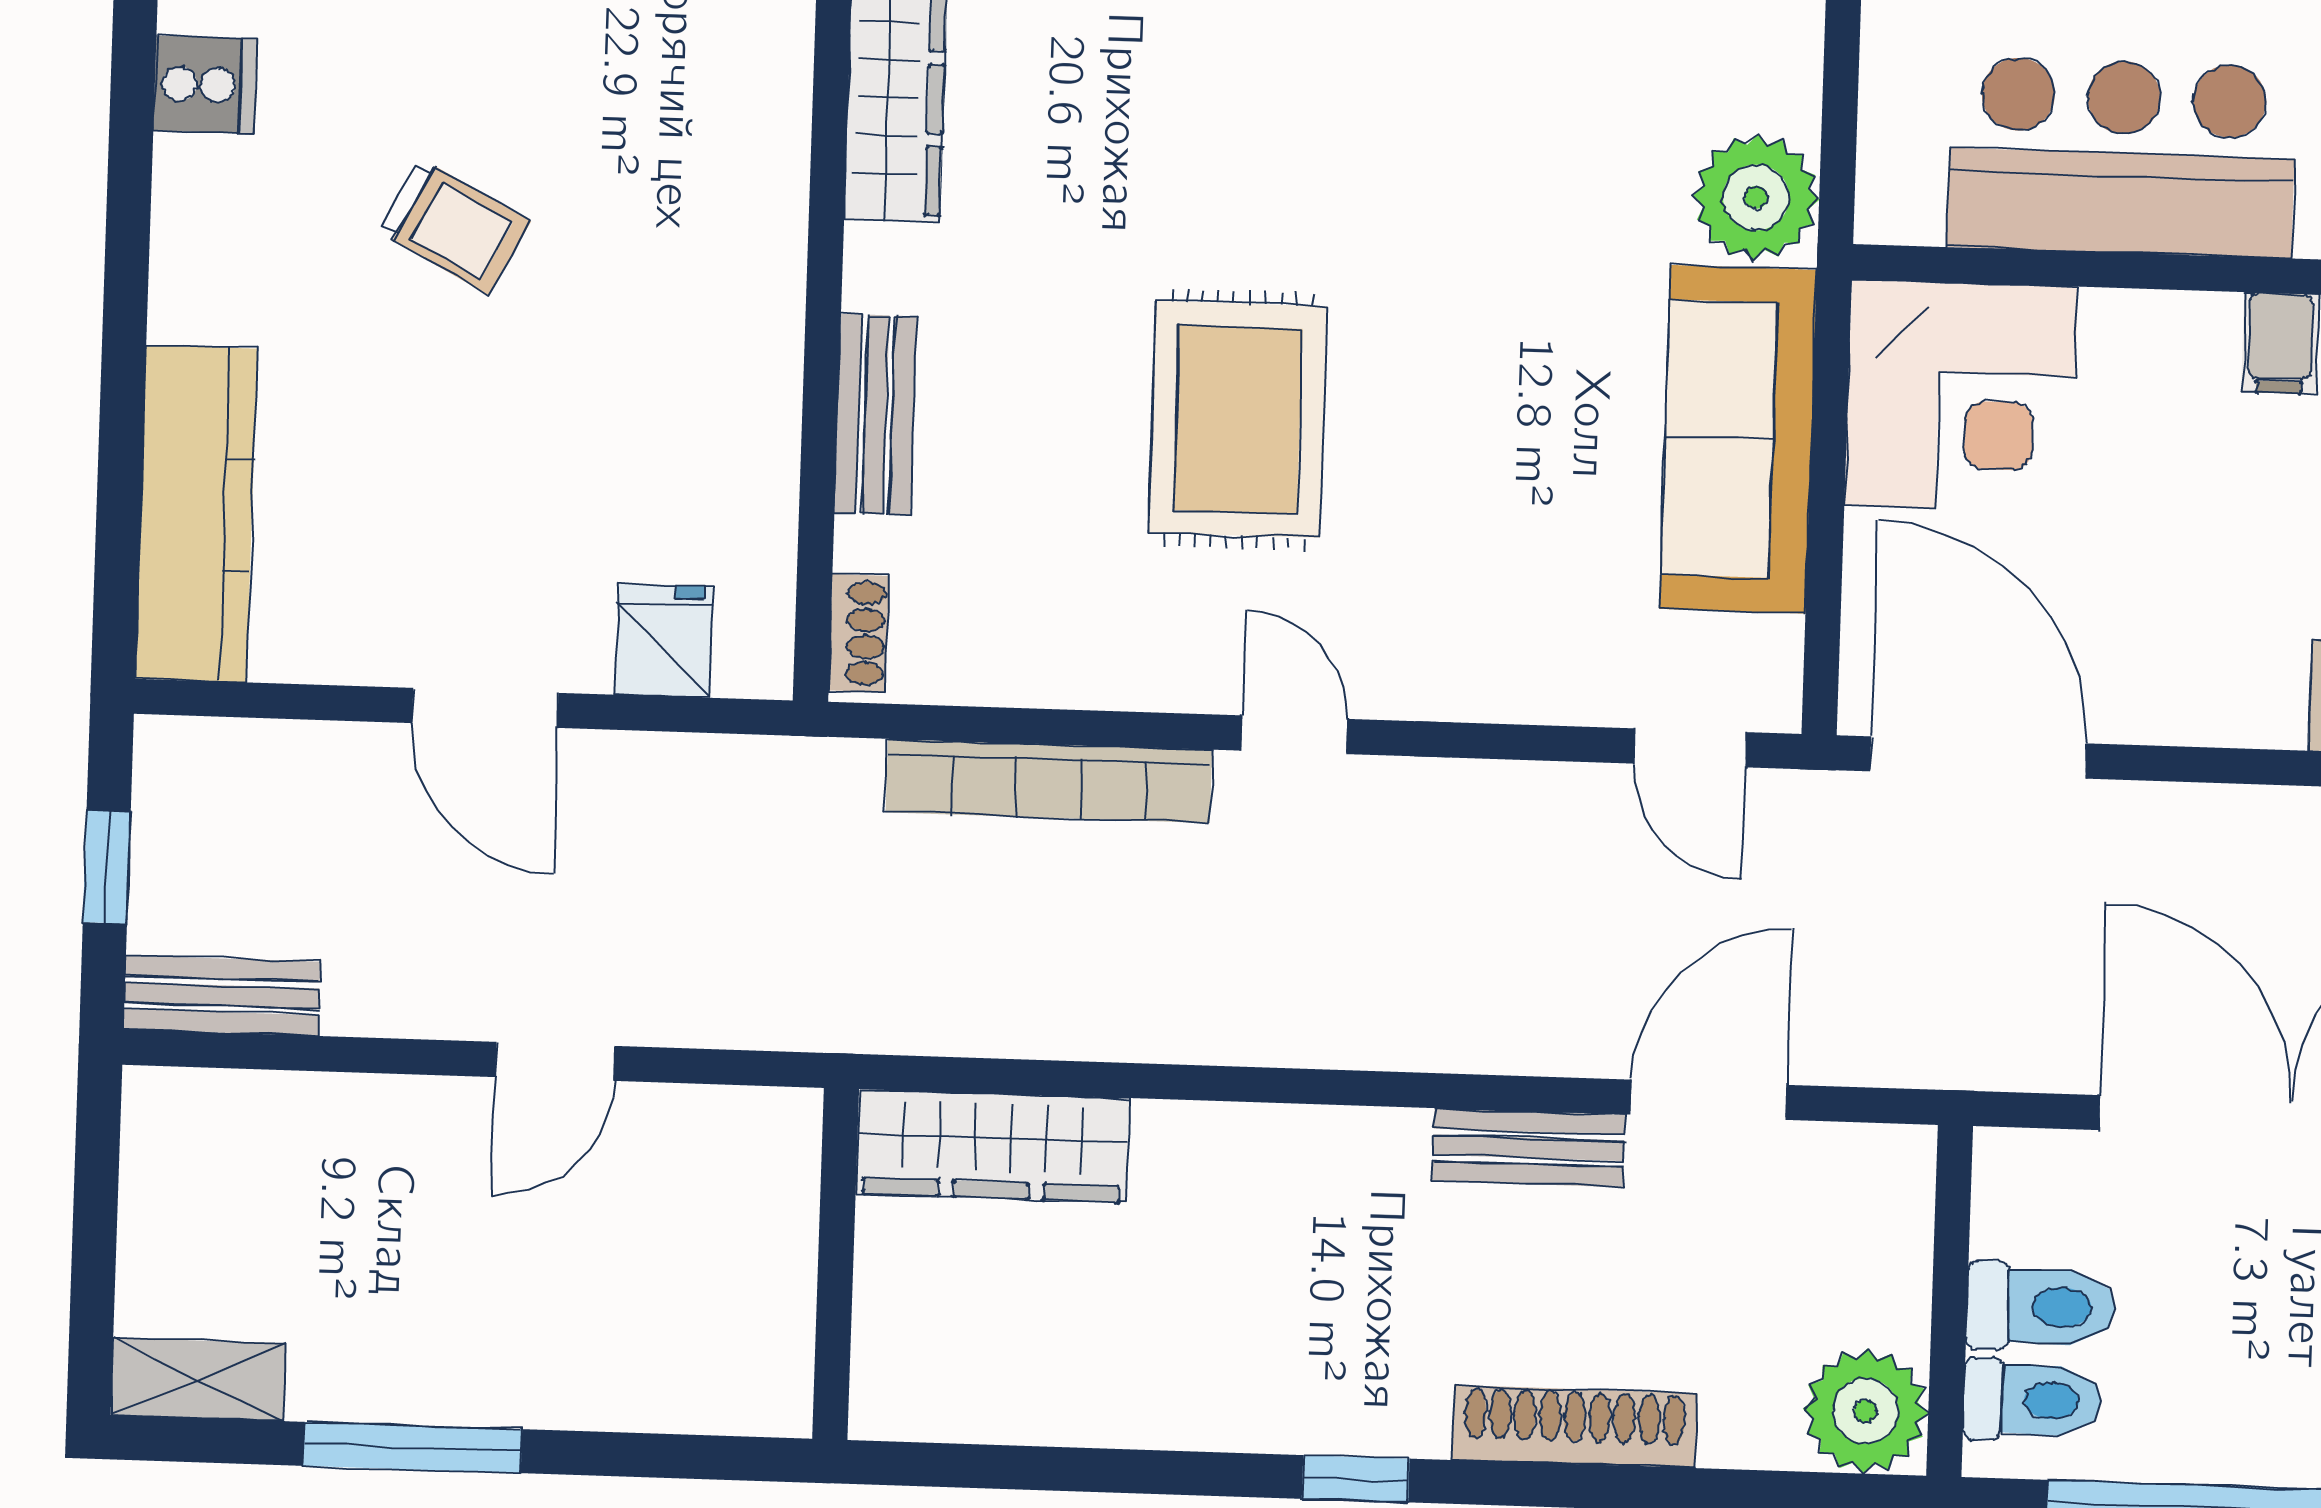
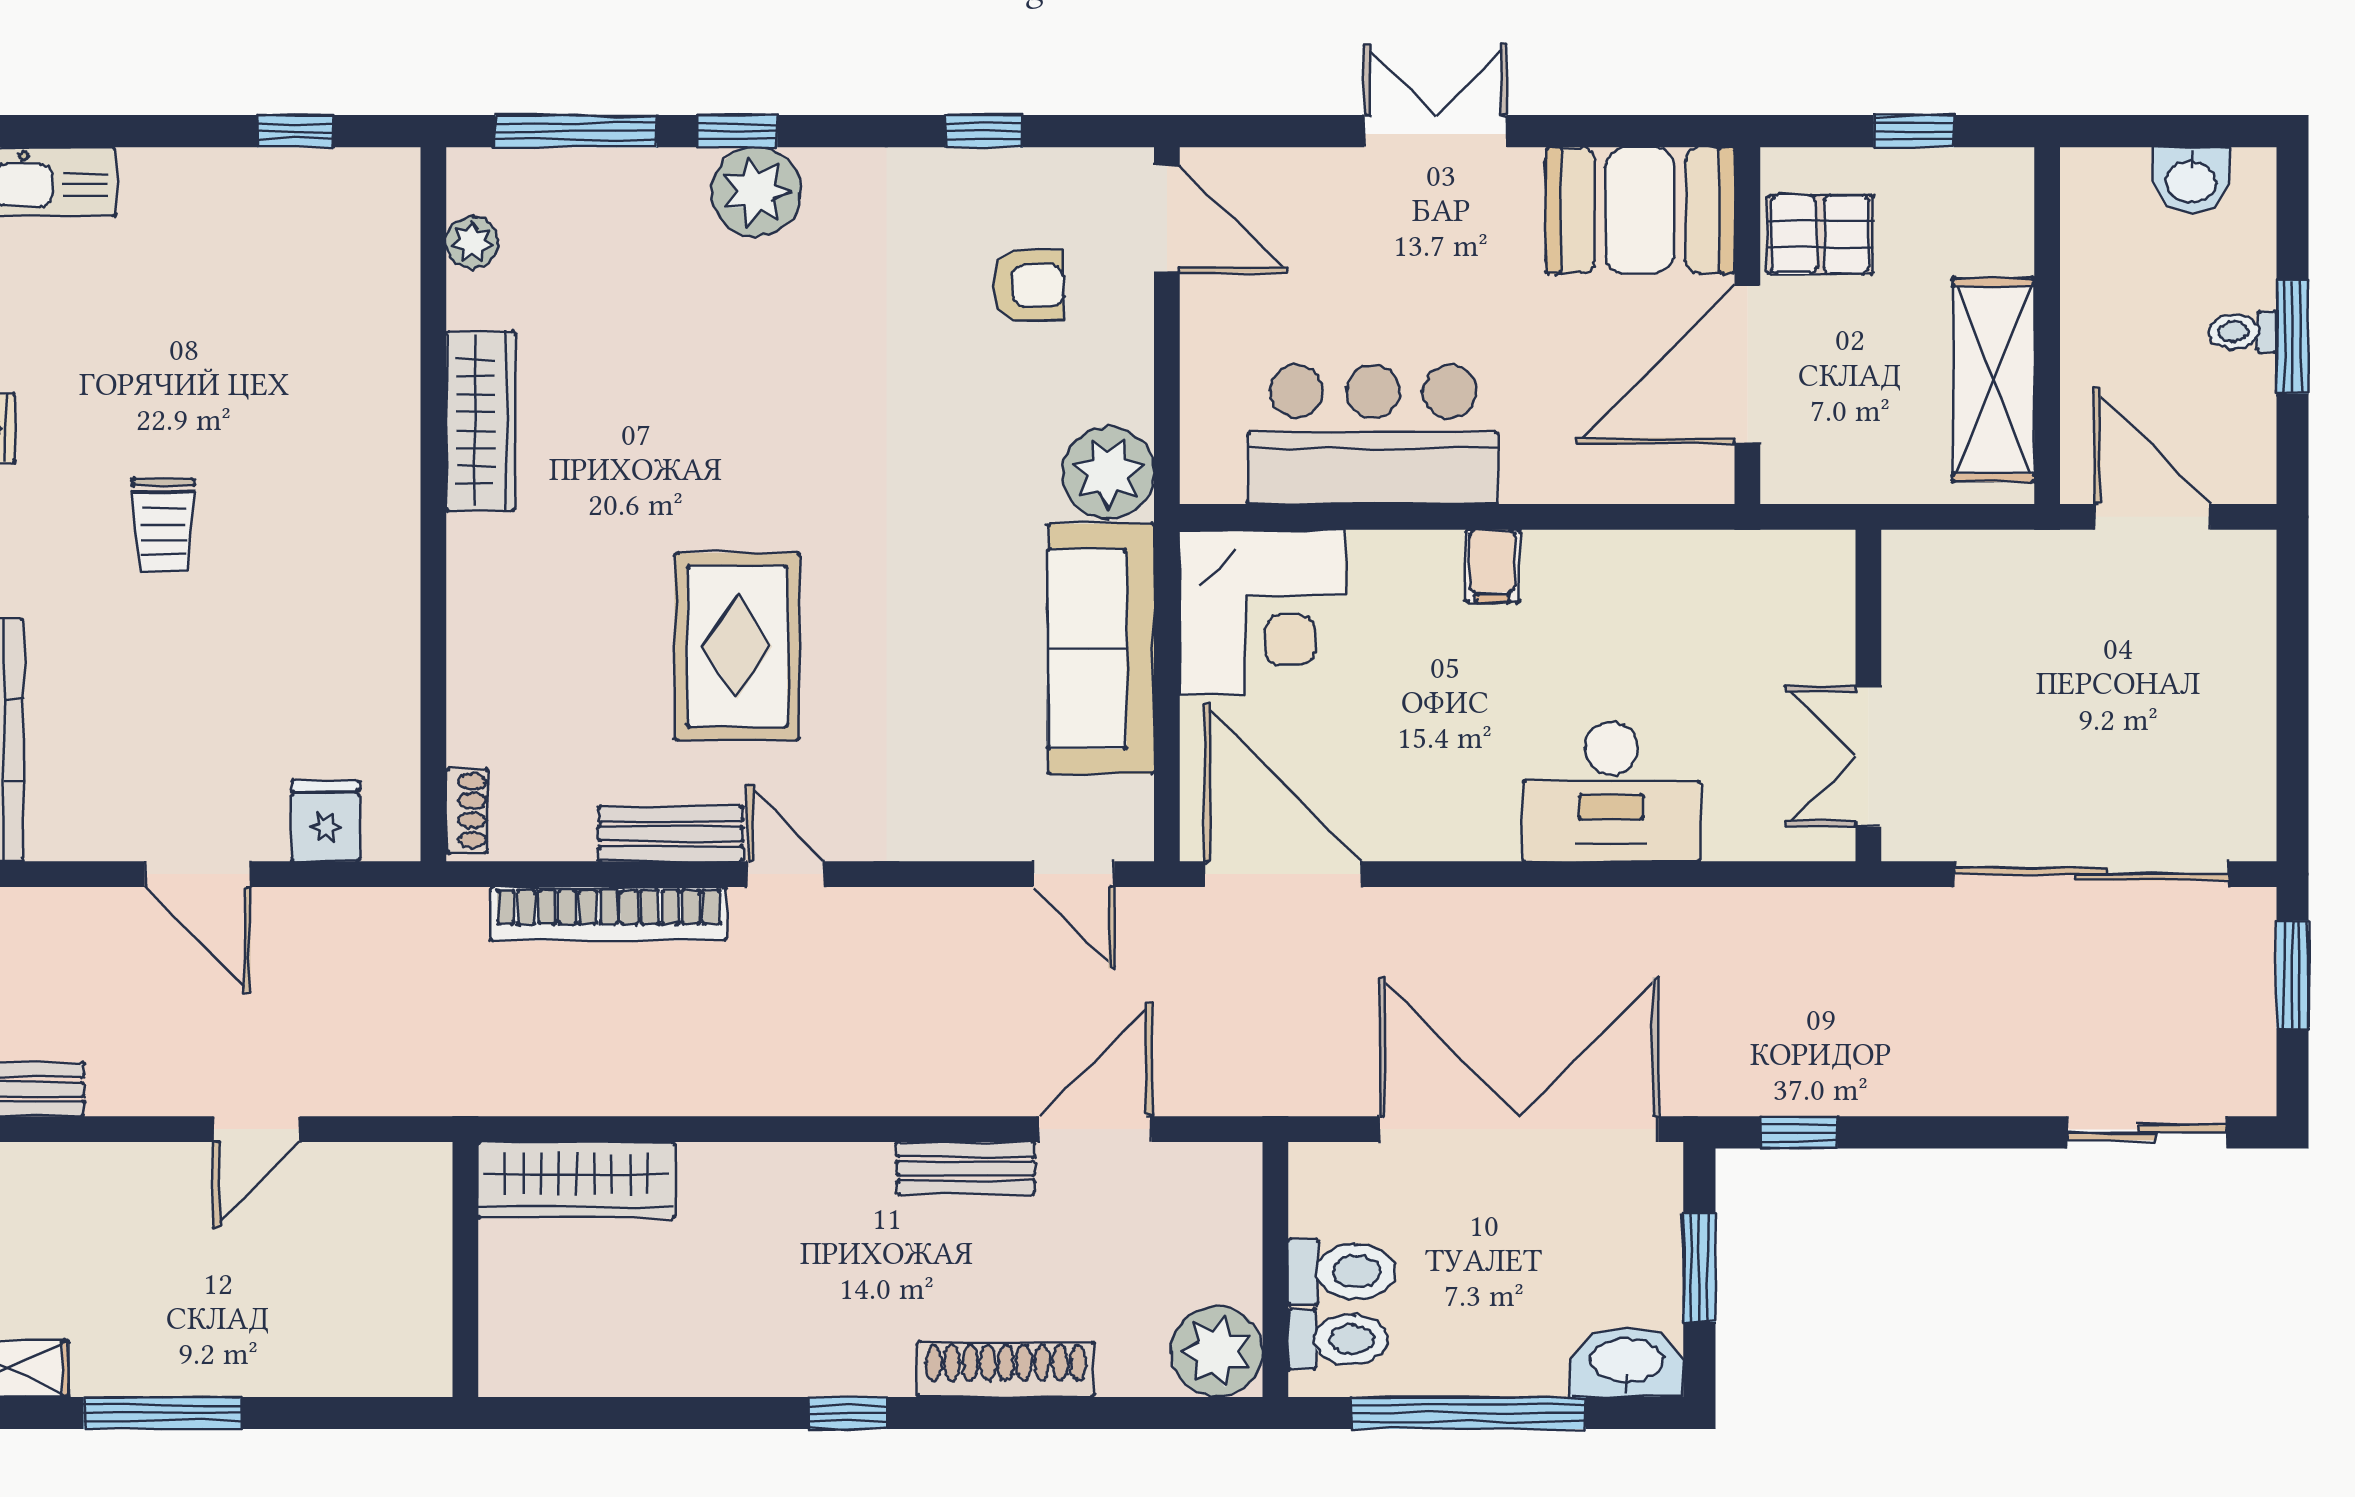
trolley: (454, 226) -> (163, 525), turned 62
bench: (875, 415) -> (671, 834), moved, turned 90

